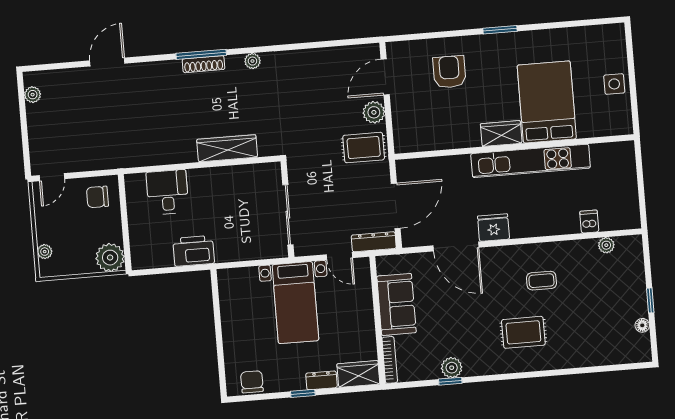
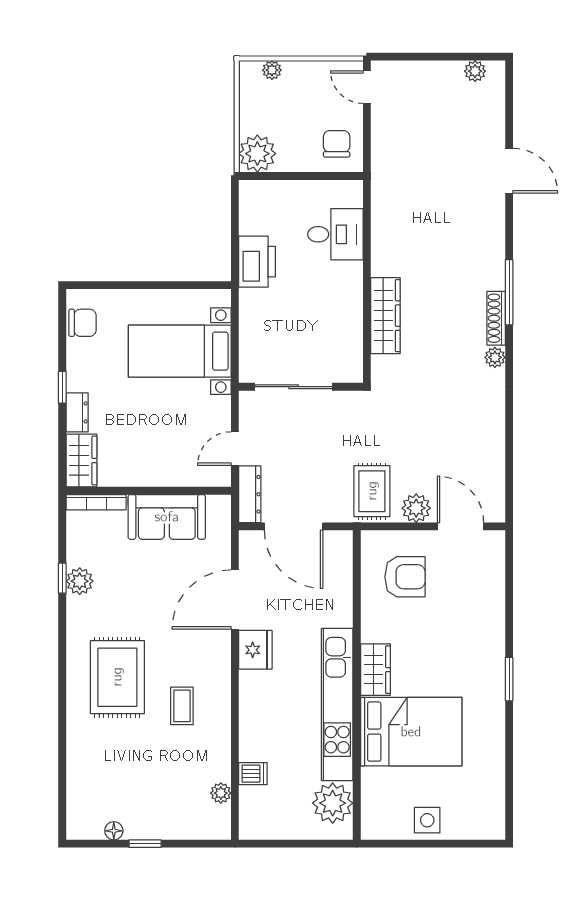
shoe rack: (204, 64) -> (496, 318), moved
armchair: (449, 72) -> (405, 577), moved
plant: (607, 158) -> (333, 803), added
bed with nightstands: (295, 303) -> (180, 351), moved
rug: (523, 332) -> (117, 677), width x1.36, depth x1.43

